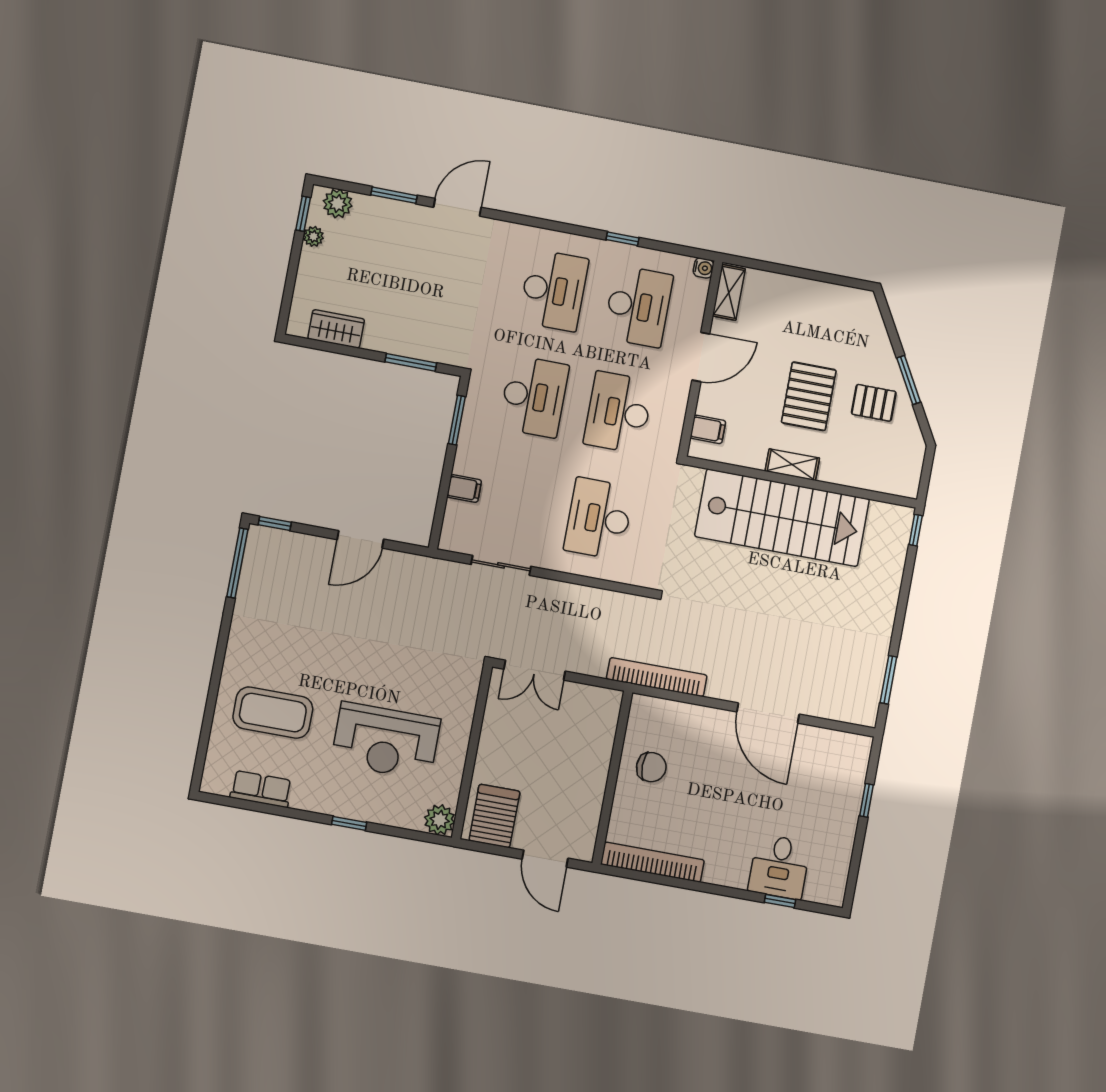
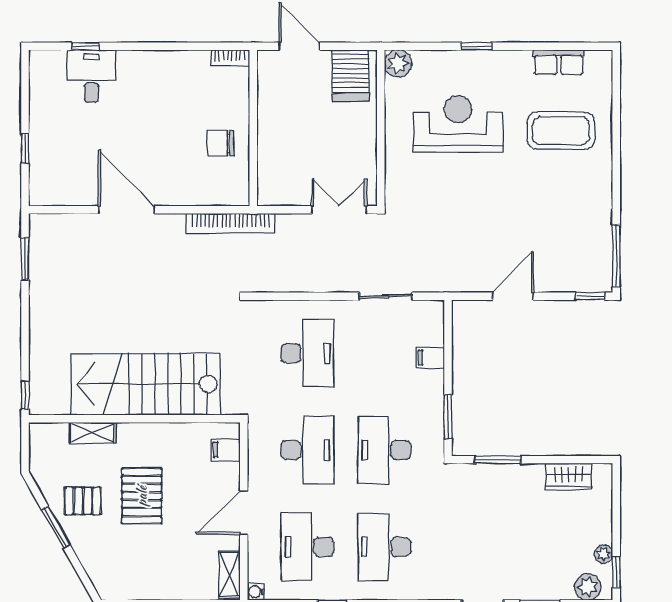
shelving: (792, 465) -> (93, 433), moved
bookcase: (652, 862) -> (230, 58), width x0.43, depth x0.76

